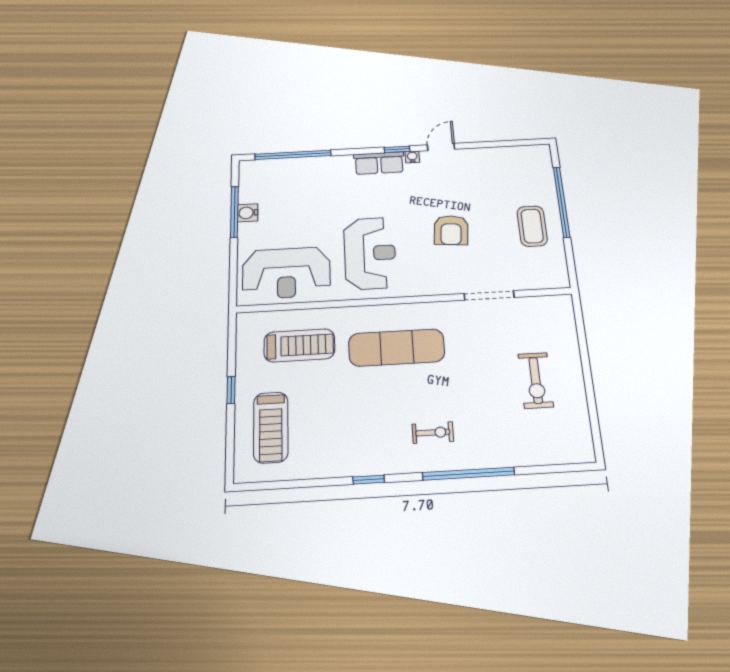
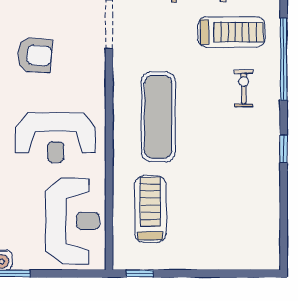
reception desk: (370, 253) -> (56, 138), turned 180
window: (231, 390) -> (140, 273), moved
treadmill: (271, 427) -> (231, 32), moved

